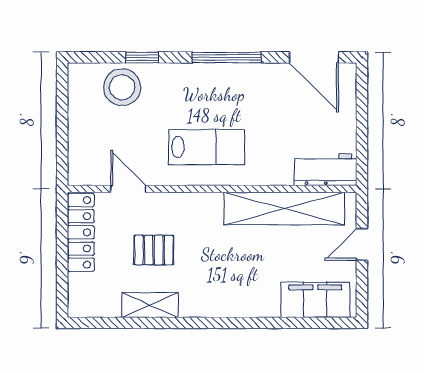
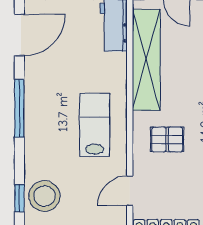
window: (142, 57) -> (19, 198), moved
pallet: (154, 250) -> (167, 139), moved, turned 90

